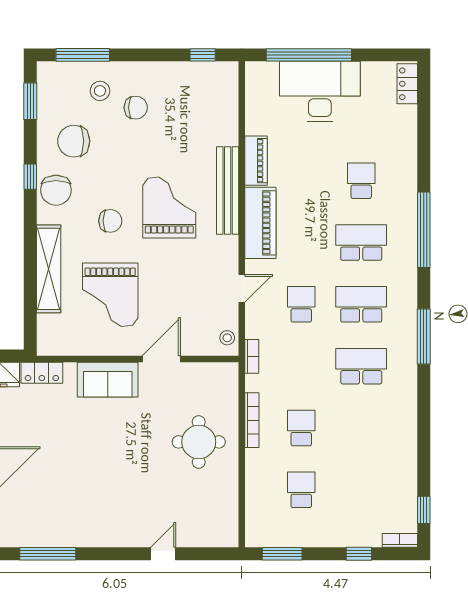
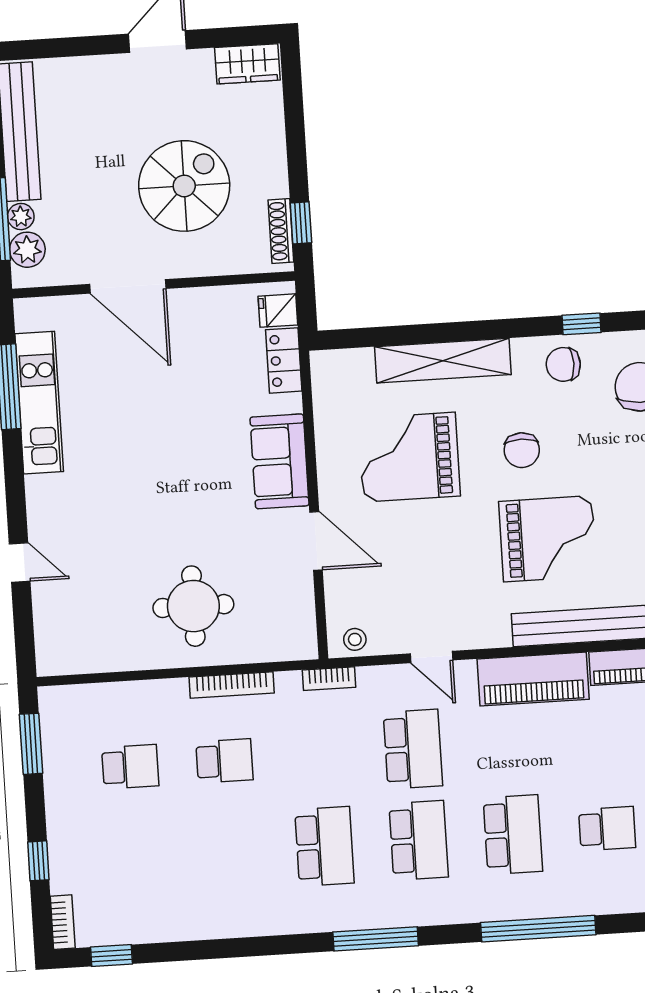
chair: (56, 190) -> (563, 364), width x0.73, depth x0.73
school desk: (301, 304) -> (413, 749), width x1.85
kitchen unit: (59, 534) -> (39, 403), added

